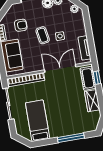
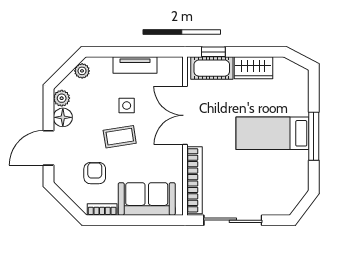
tv unit: (85, 48) -> (135, 65), moved
bed: (38, 121) -> (272, 133), moved
window: (71, 138) -> (314, 136), moved

